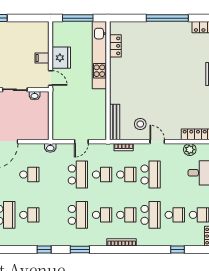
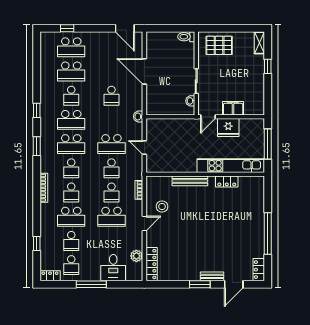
locker: (115, 46) -> (227, 182), moved
filing cabinet: (42, 58) -> (233, 108), width x2.00
bench: (115, 122) -> (190, 181), moved
school desk: (54, 215) -> (71, 120), added

